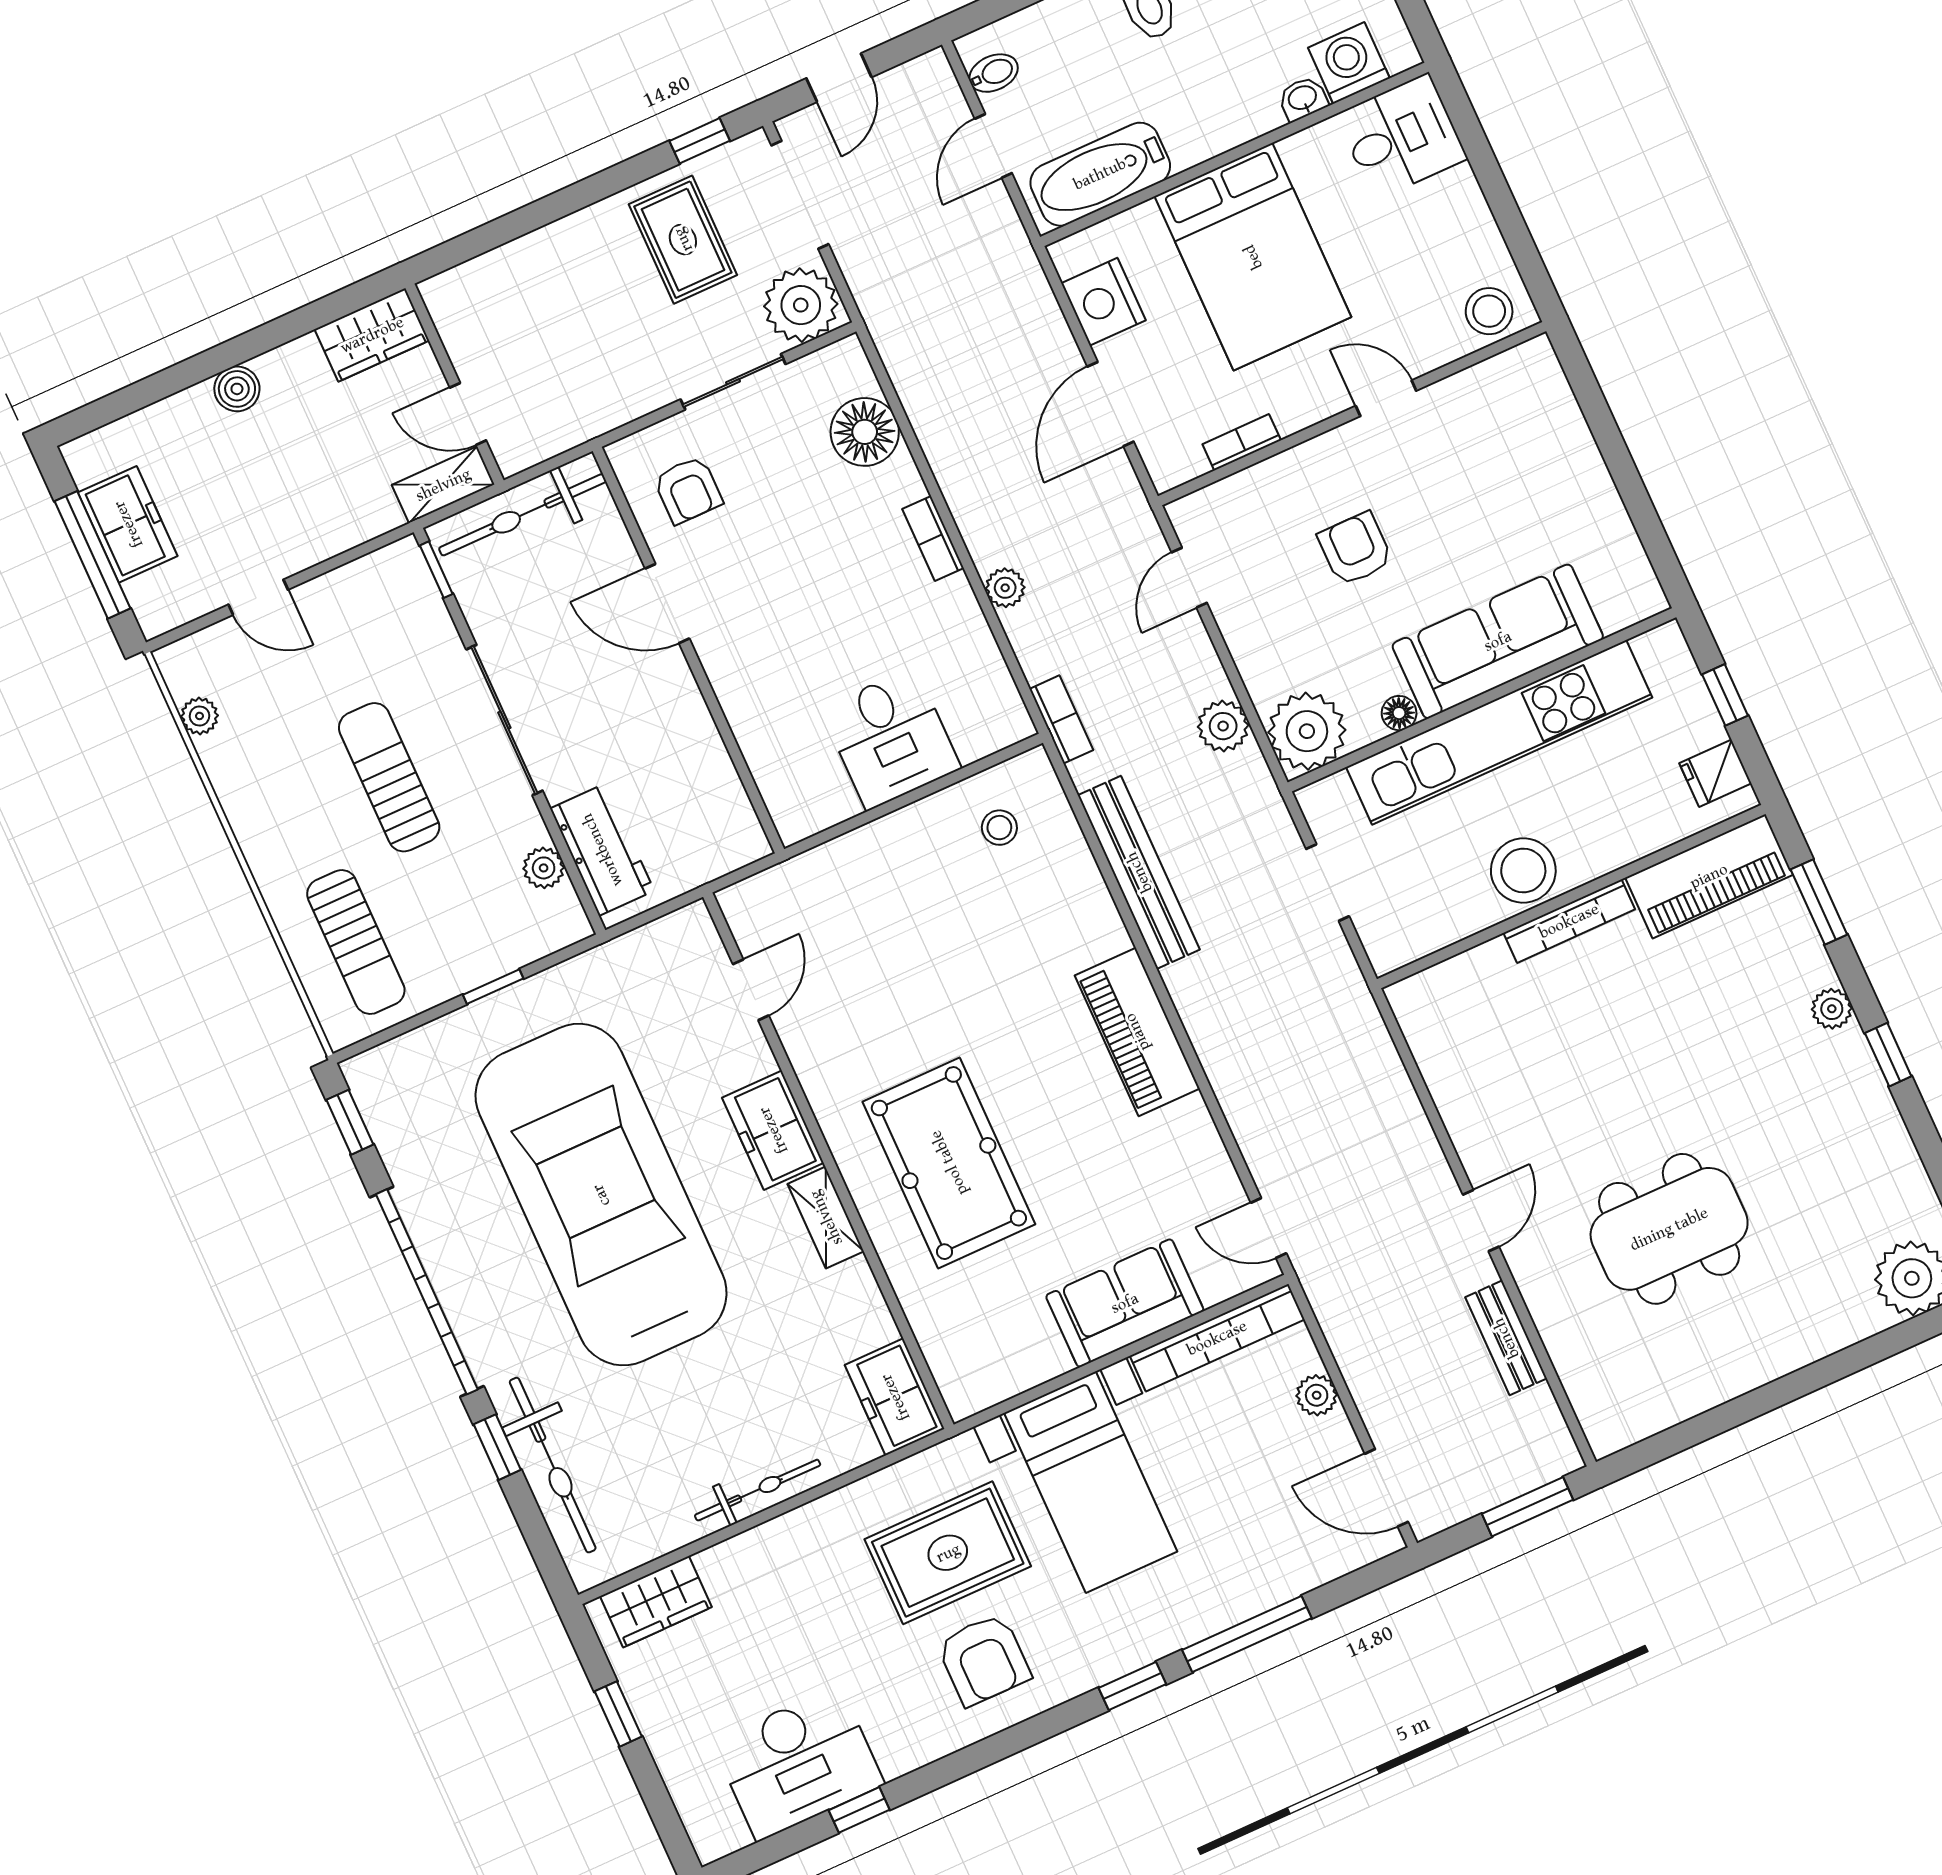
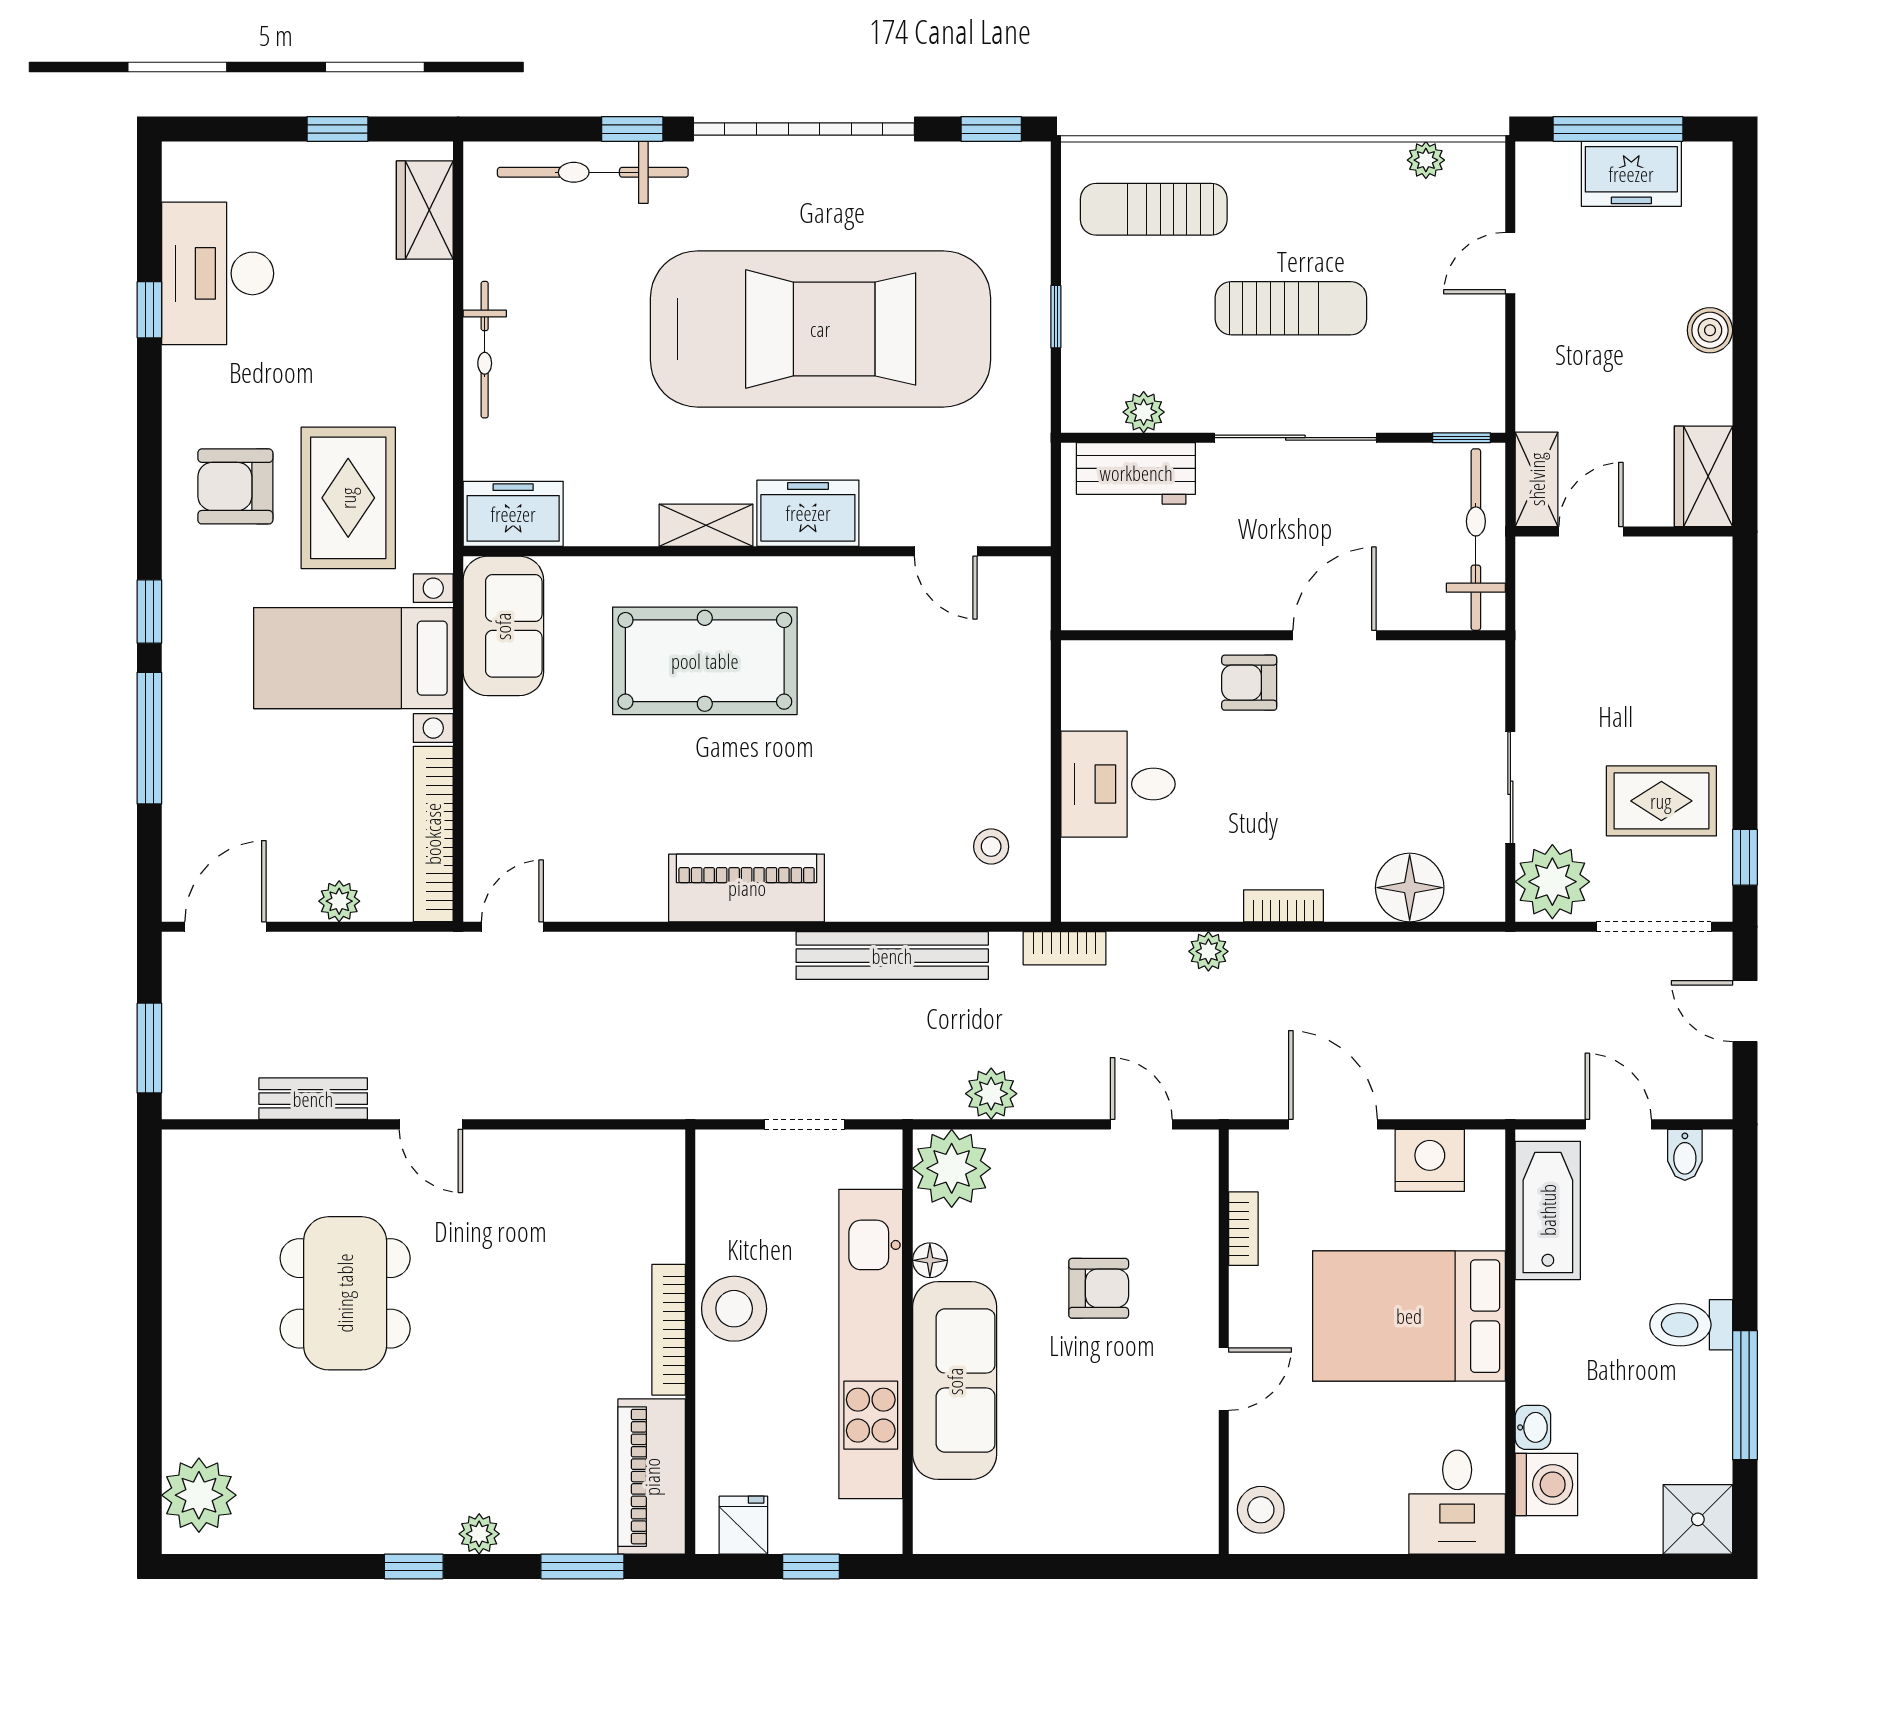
armchair: (688, 490) -> (1249, 683), moved
sofa: (1125, 1303) -> (503, 626), moved

